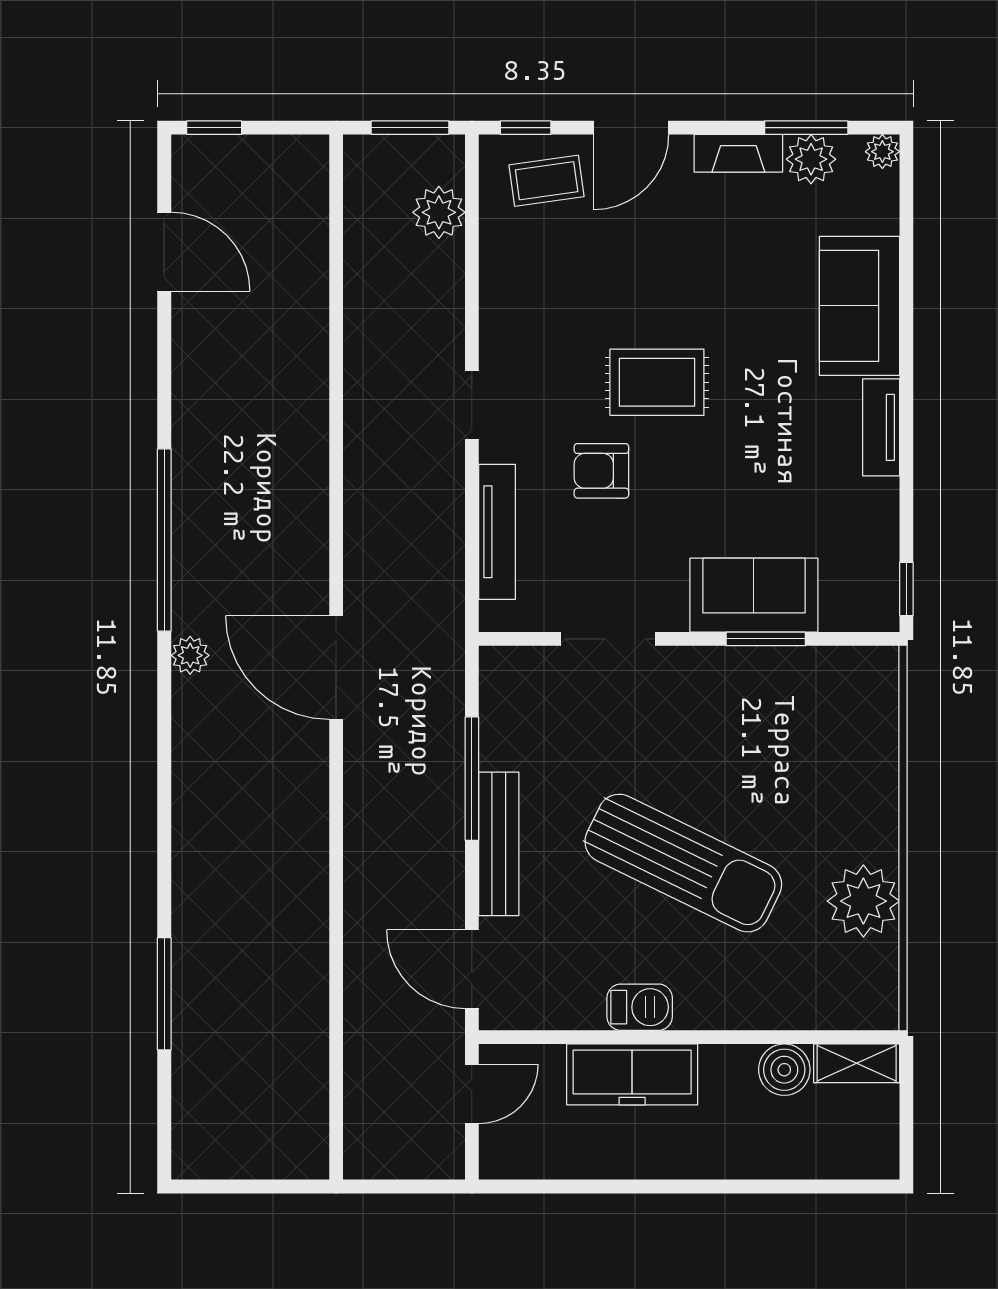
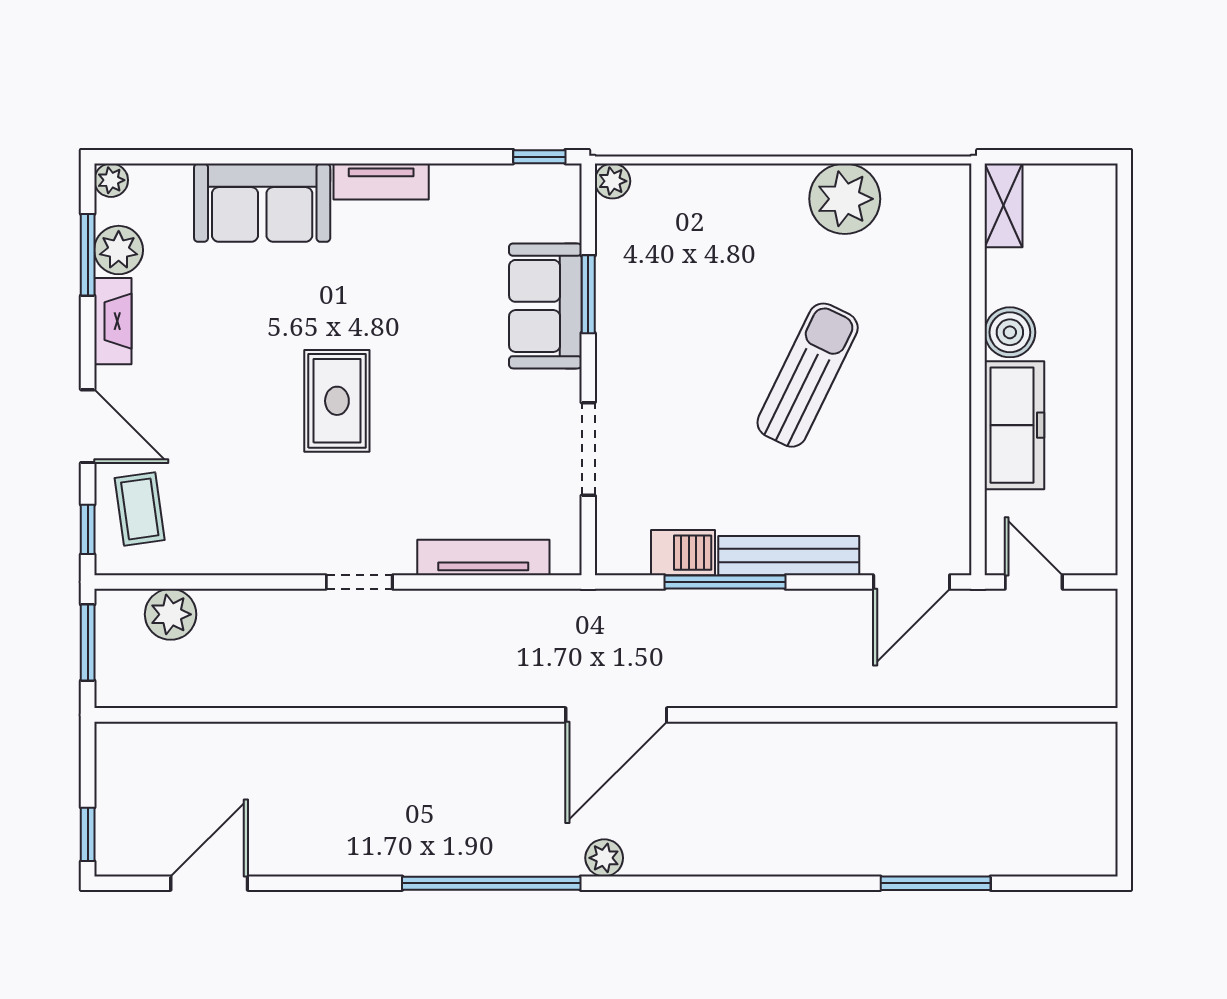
armchair: (601, 471) -> (424, 455), removed
plant: (882, 664) -> (612, 181), added
sun lounger: (683, 863) -> (808, 375), width x0.73, depth x0.75
barbecue: (640, 1007) -> (683, 553), moved, turned 90
boiler: (784, 1070) -> (1010, 332), moved

